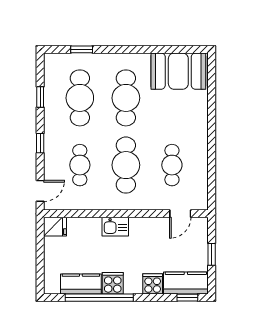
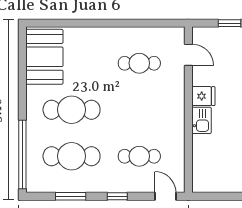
window: (82, 49) -> (22, 155), width x3.17
window: (40, 97) -> (71, 196), width x1.50
cafe table: (126, 165) -> (139, 110), removed
fridge: (55, 227) -> (203, 96), moved, turned 90

